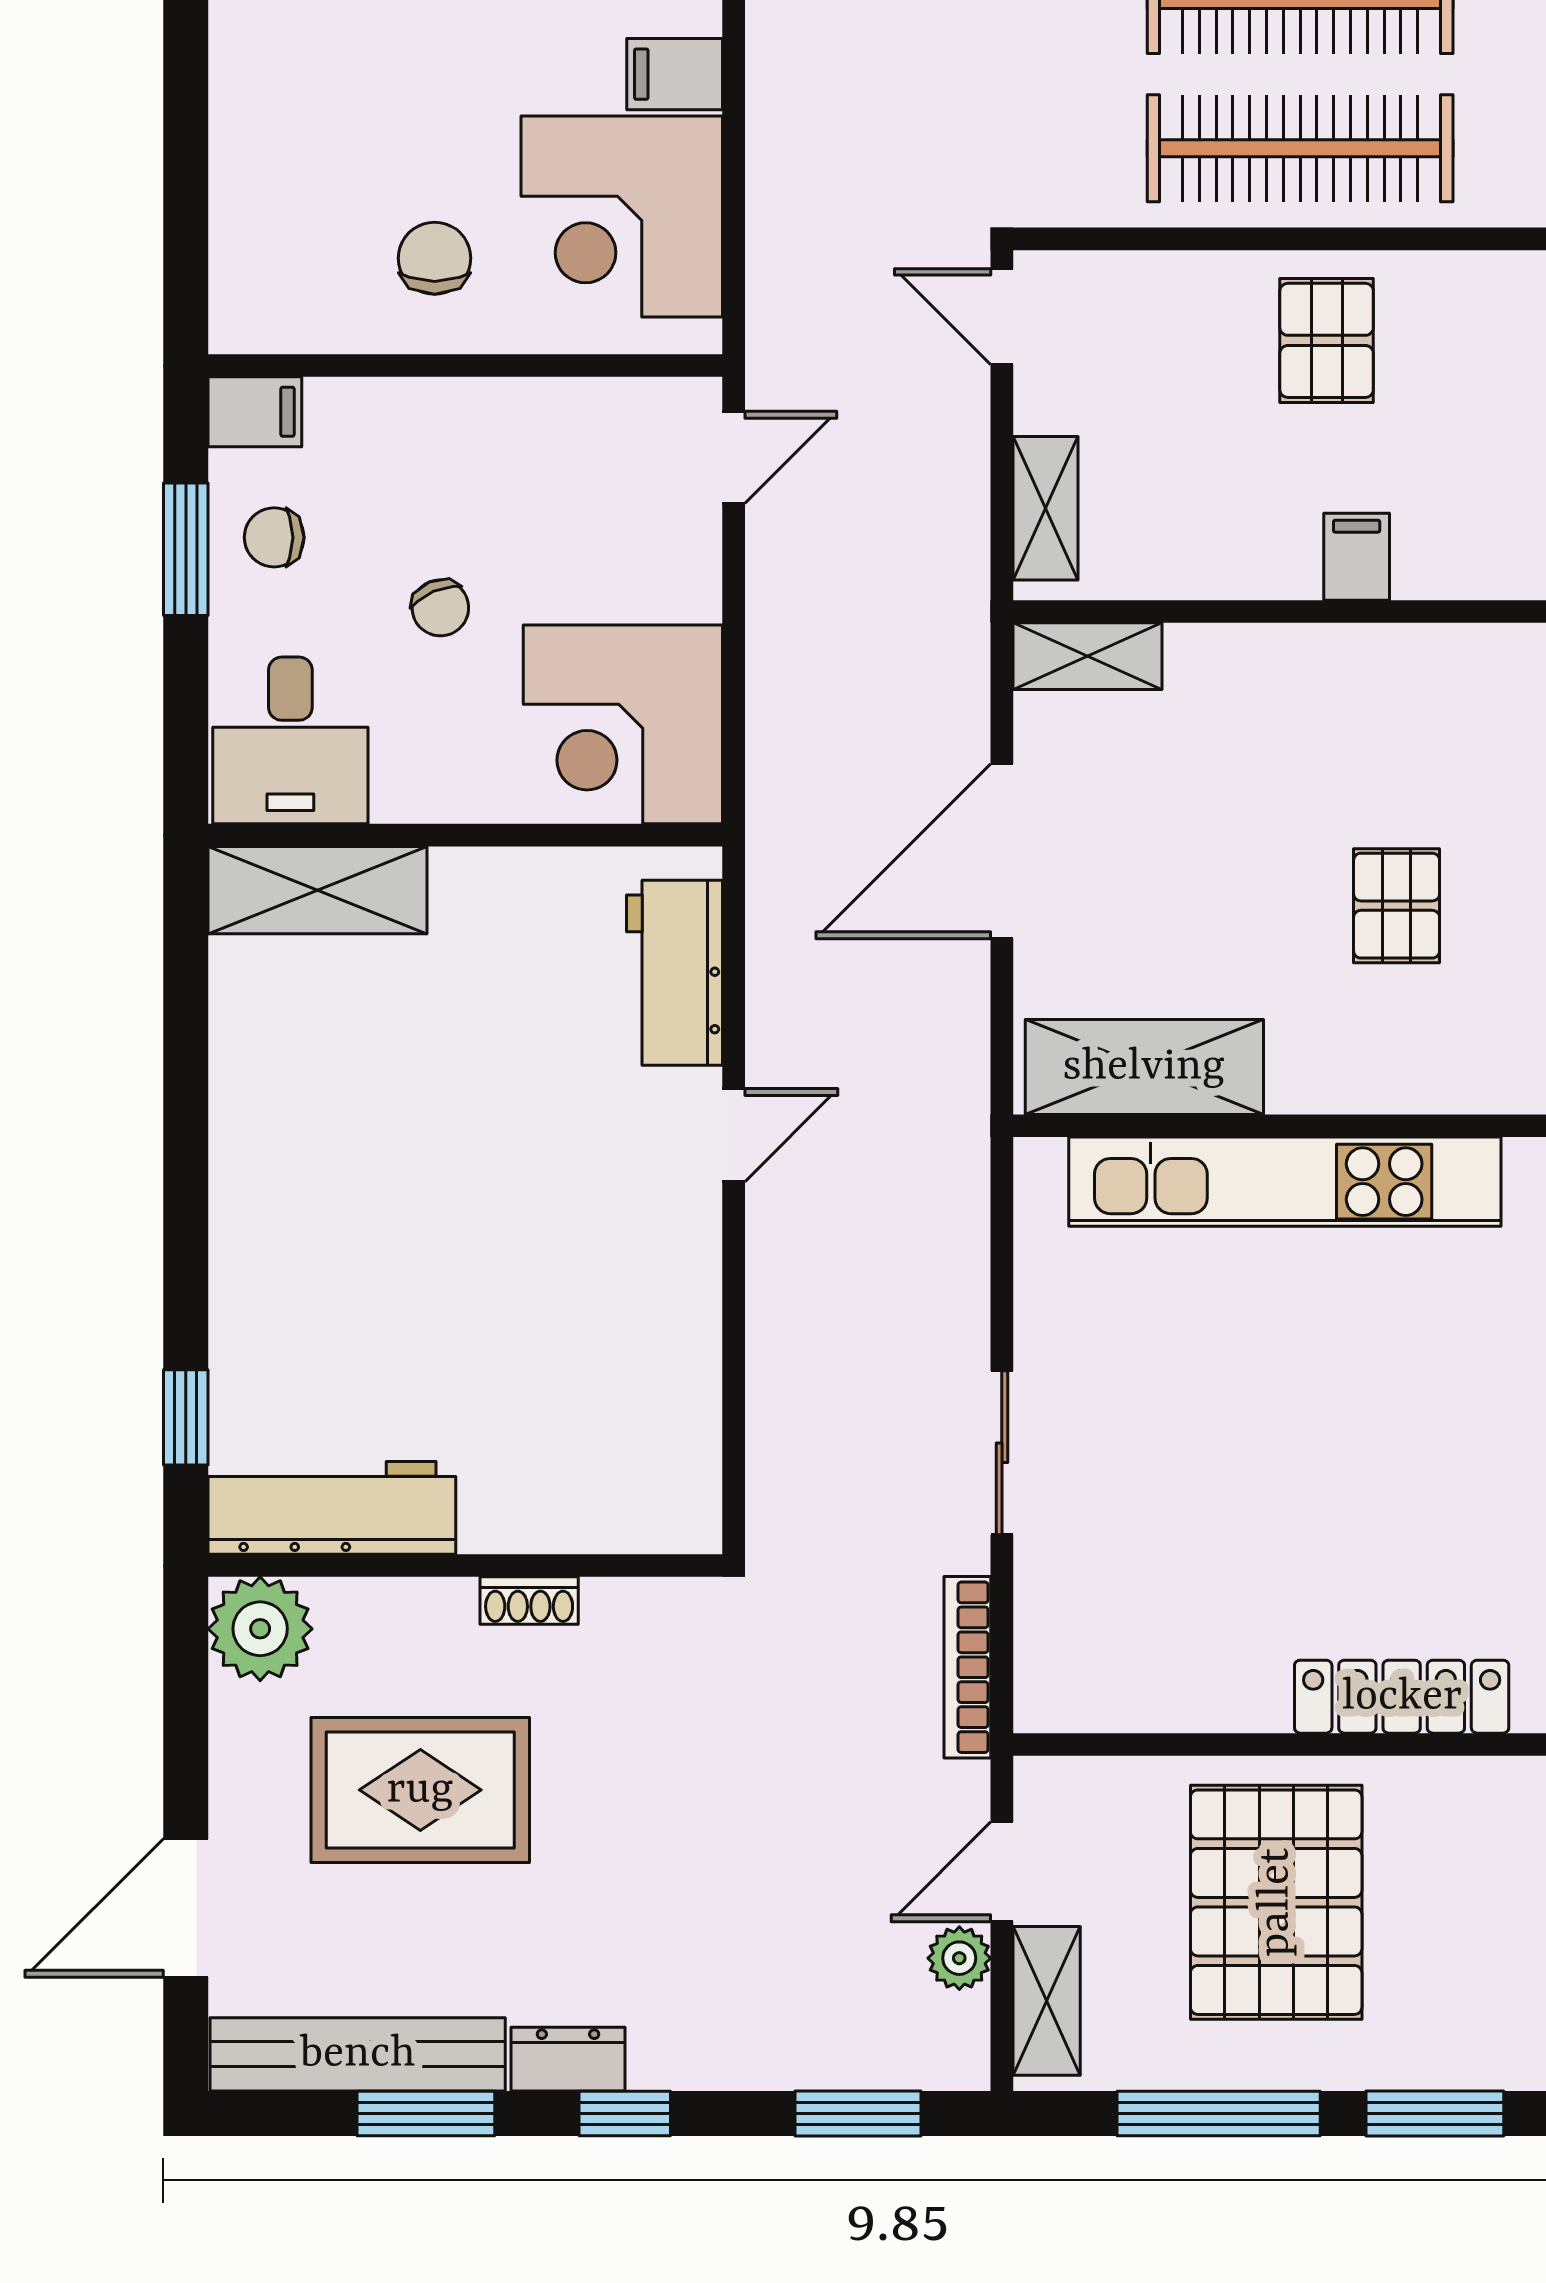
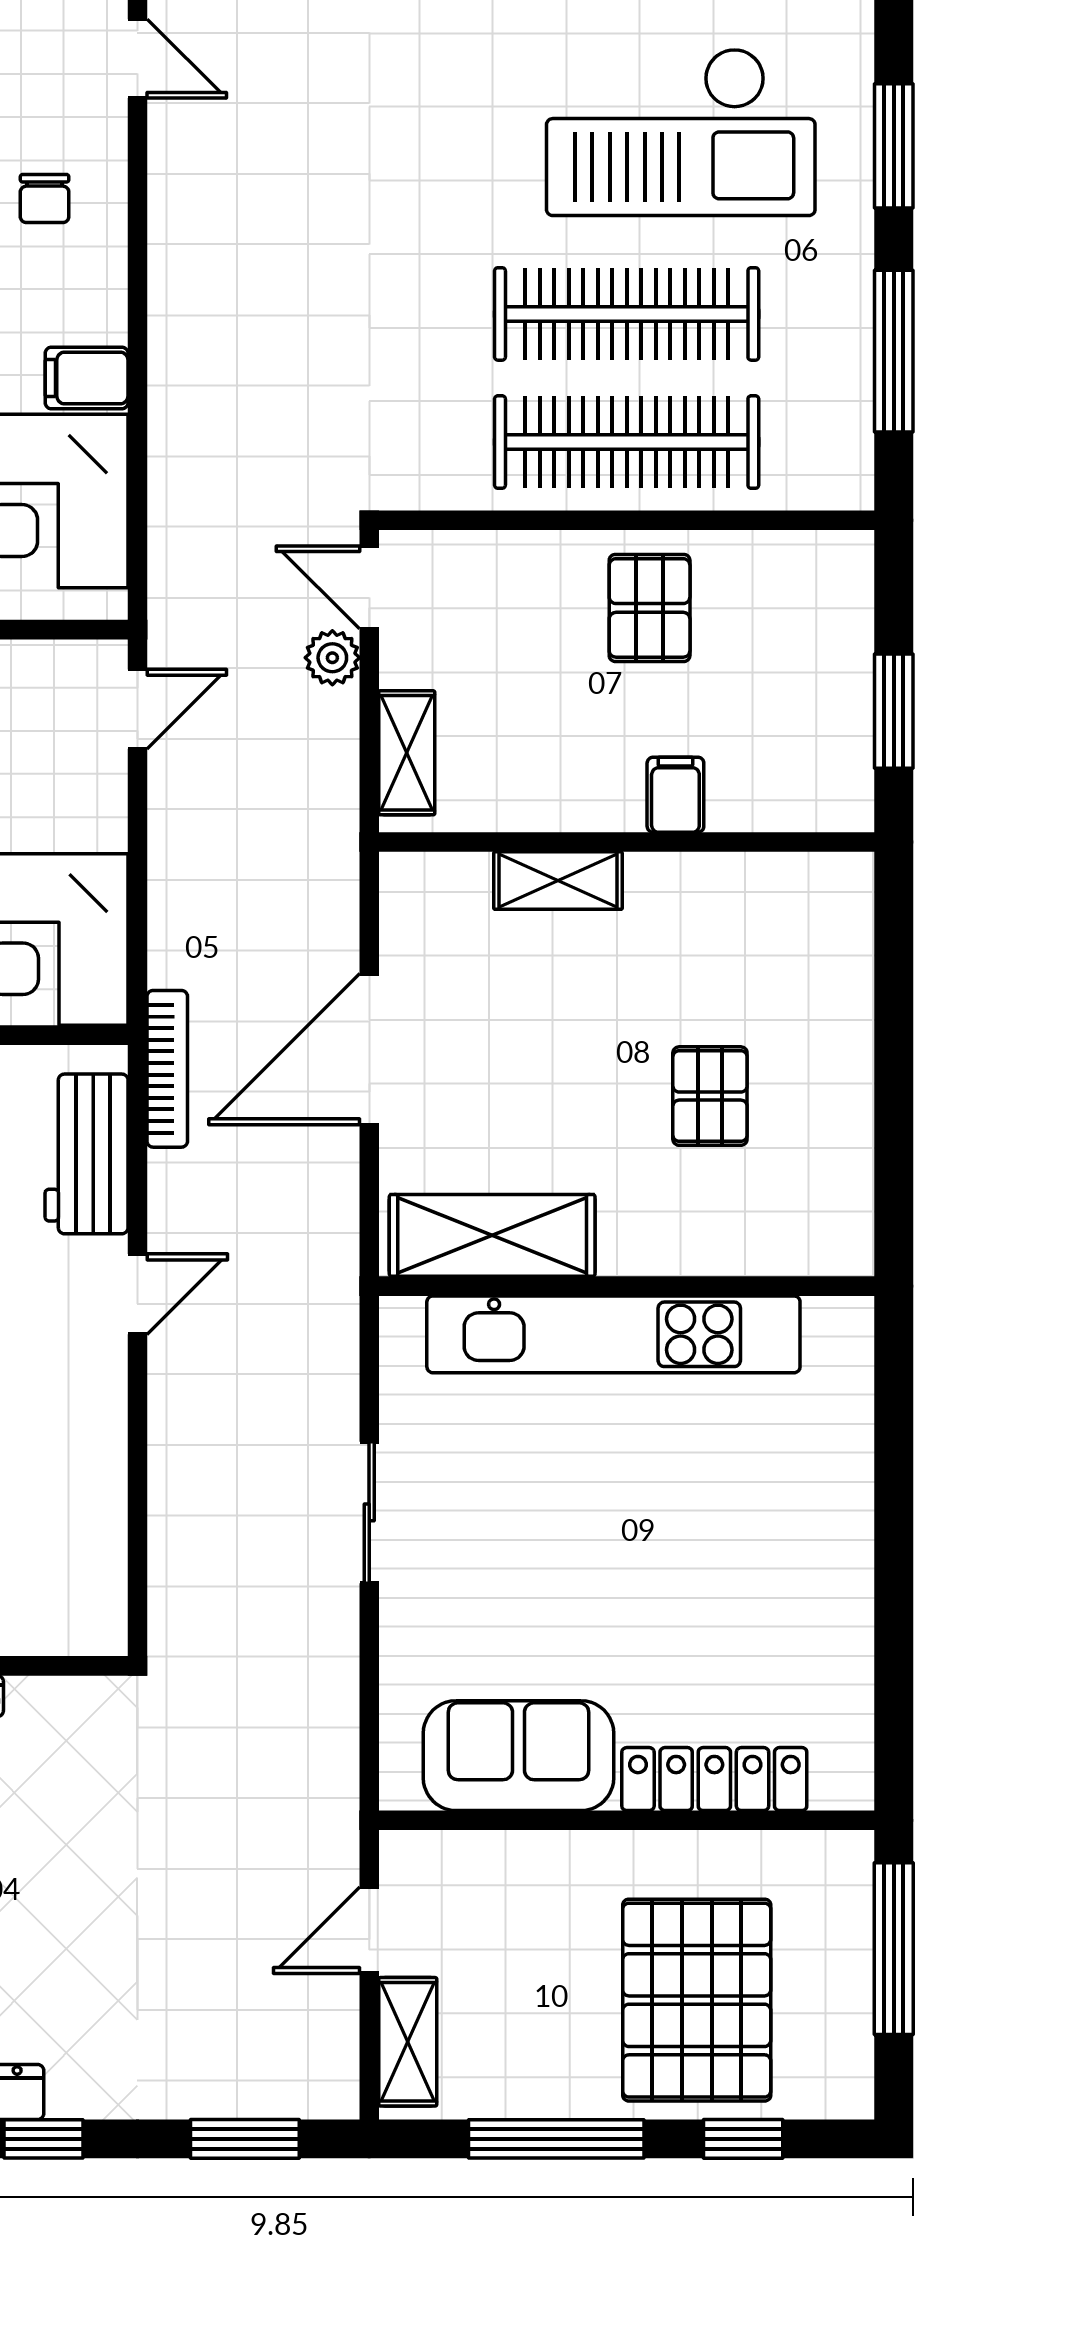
shelving: (1087, 656) -> (558, 881), moved
sliding door: (1002, 1453) -> (369, 1512), moved
bookcase: (967, 1667) -> (167, 1069), moved, turned 180
sofa: (1175, 1669) -> (519, 1756), added
pallet: (1276, 1902) -> (697, 2000), moved
plant: (959, 1958) -> (332, 658), moved
window: (1435, 2113) -> (743, 2139), width x0.67

